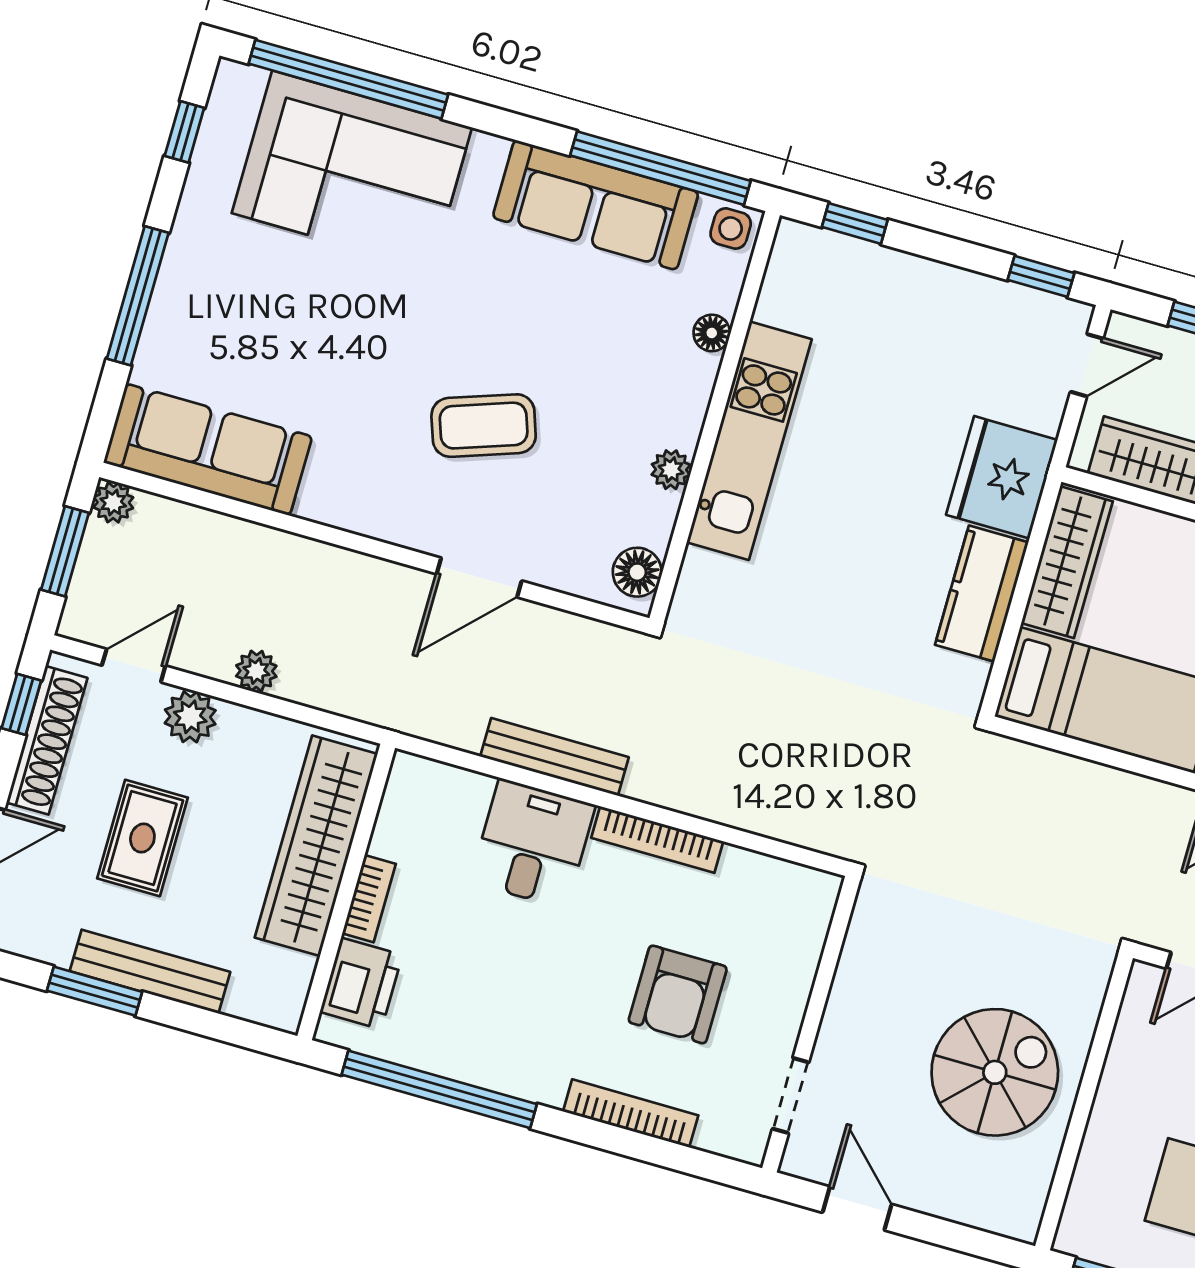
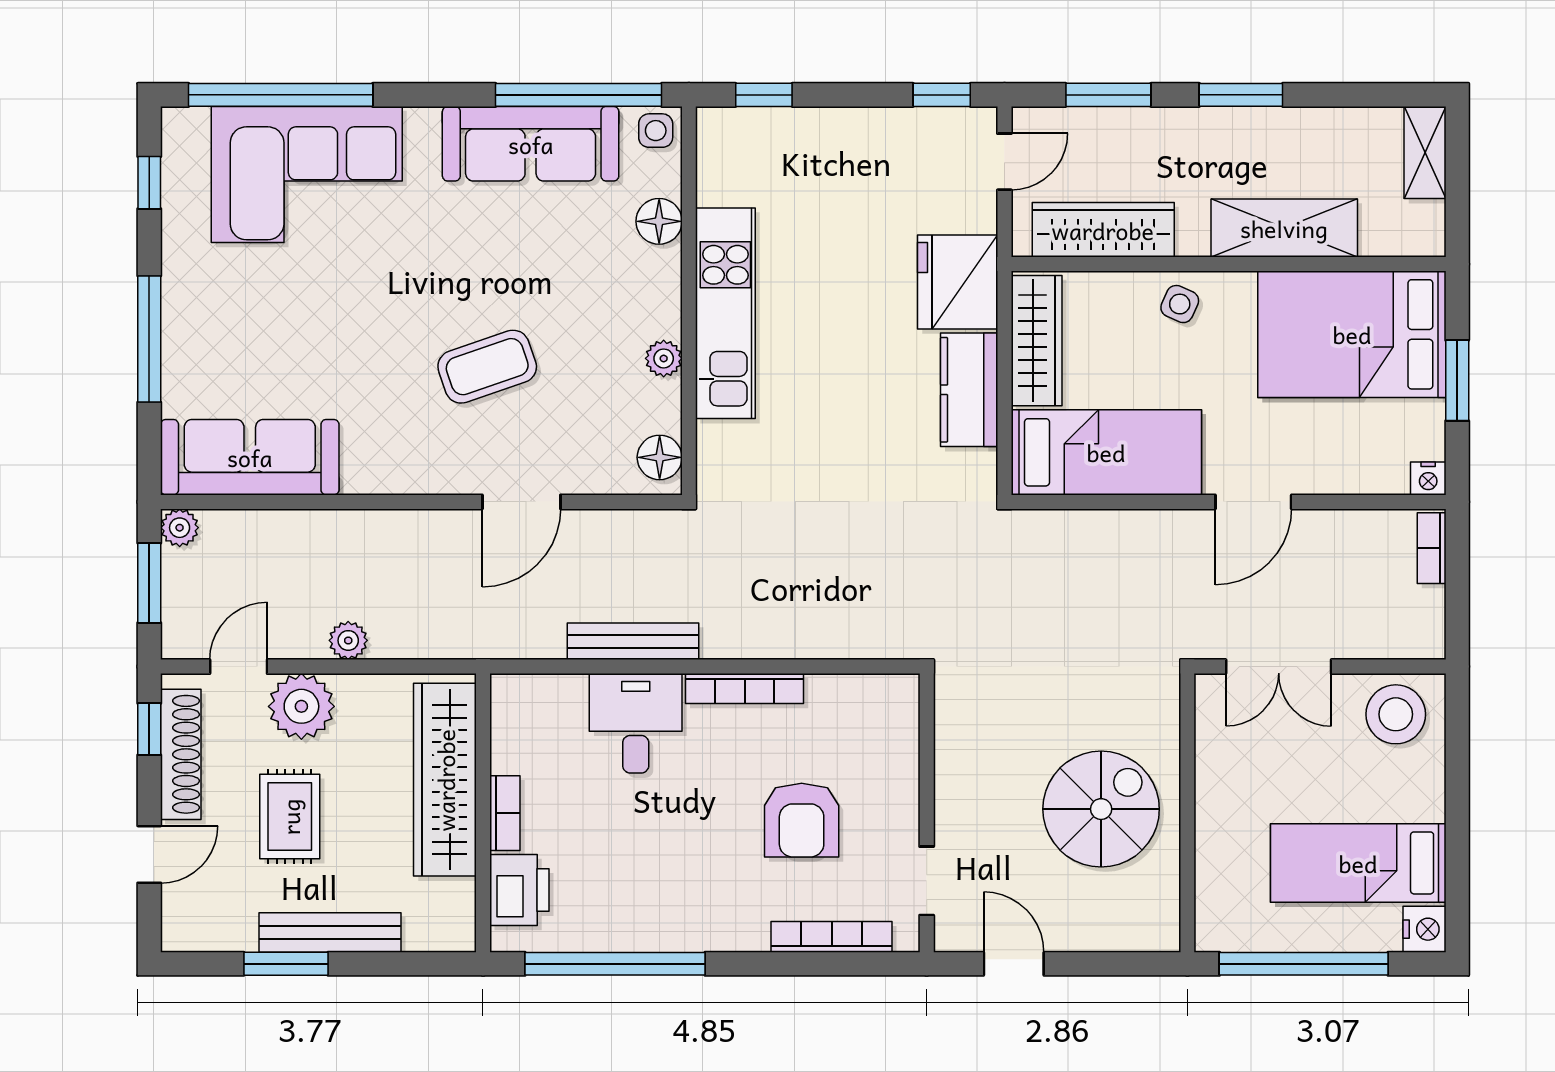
floor lamp: (712, 333) -> (659, 221), width x1.37, depth x1.37
plant: (190, 717) -> (301, 706), width x1.36, depth x1.36
bookcase: (631, 1113) -> (832, 937), moved

